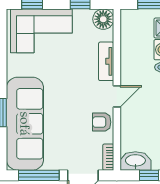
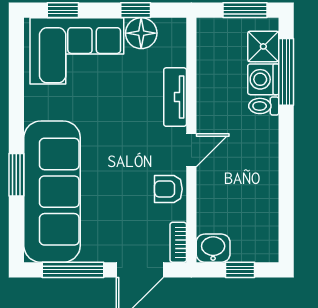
floor lamp: (103, 19) -> (141, 33), moved
washbasin: (135, 161) -> (213, 248), width x0.72

